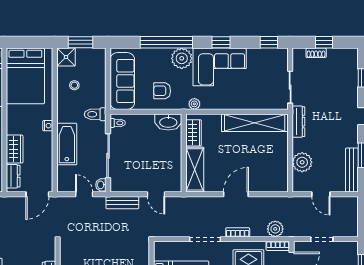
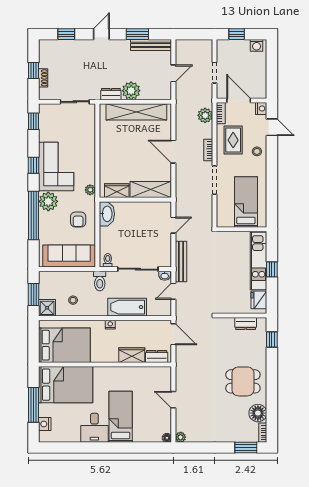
dresser: (298, 122) -> (111, 94), width x0.70
shelving: (255, 123) -> (136, 112), moved, turned 90
plant: (302, 162) -> (131, 91), moved
bench: (122, 203) -> (181, 261), width x1.36

